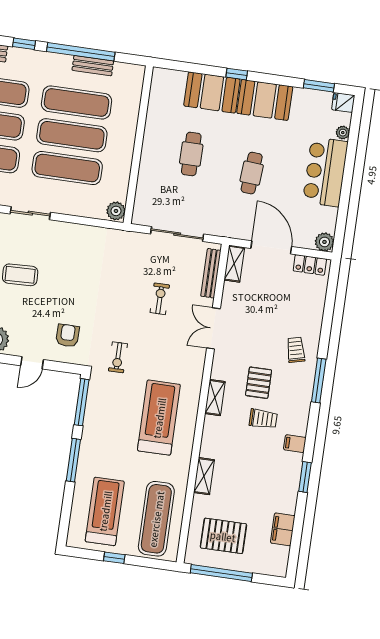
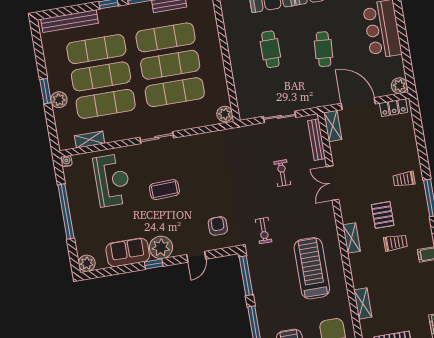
sliding door: (177, 234) -> (280, 117), width x0.73
trolley: (296, 350) -> (404, 179), turned -76

